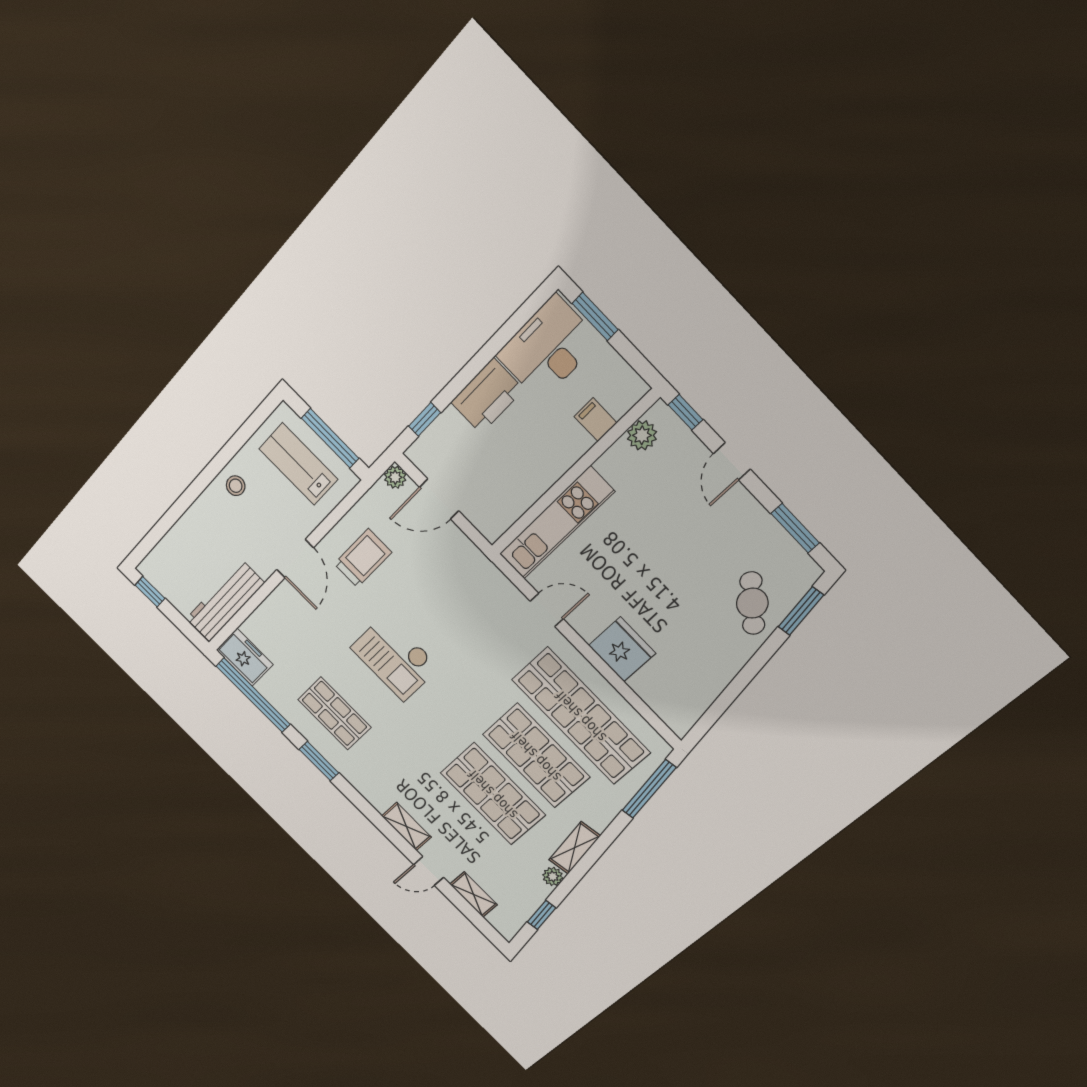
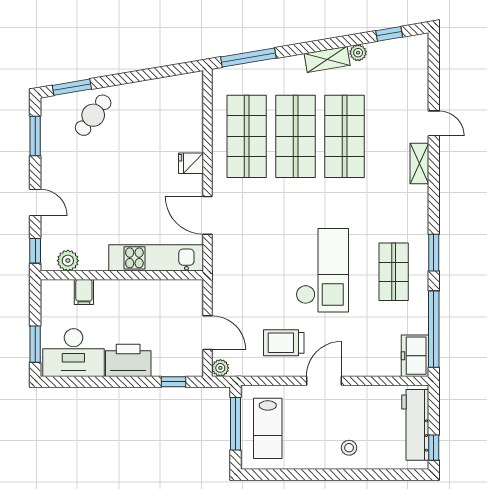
door: (732, 461) -> (35, 202), hinge flipped
stool: (236, 486) -> (349, 448), moved
workbench: (225, 601) -> (415, 425), moved, turned 90
door: (547, 610) -> (208, 215), width x1.38
fridge: (622, 649) -> (191, 163), width x0.53, depth x0.75
checkout: (395, 657) -> (322, 270), width x1.36, depth x1.21
shop shelf: (581, 716) -> (247, 136), width x0.71
shelving: (474, 894) -> (420, 84), removed

